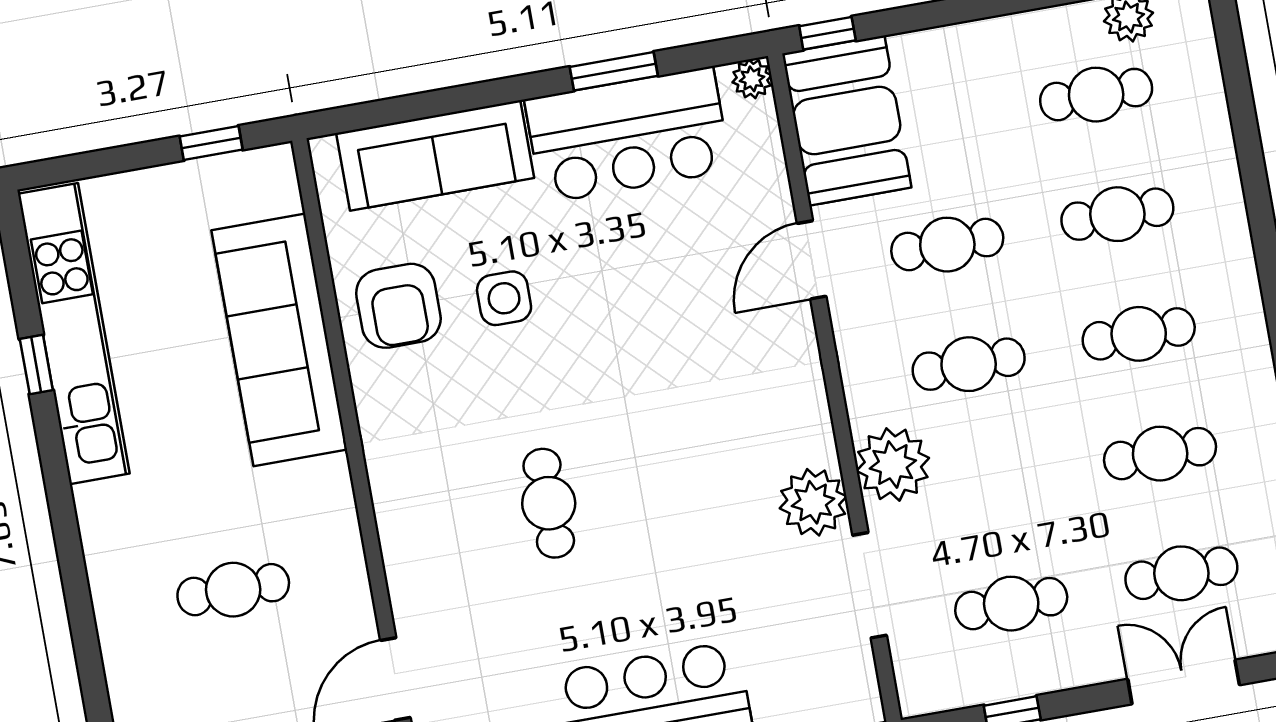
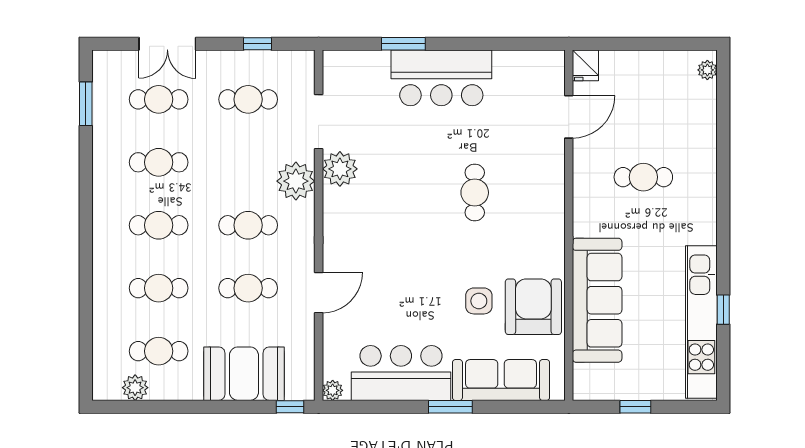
window: (614, 71) -> (450, 407), moved
booth: (847, 120) -> (244, 374), moved, turned 90
window: (211, 143) -> (635, 407), moved
armchair: (398, 306) -> (533, 307), width x1.36, depth x1.36

